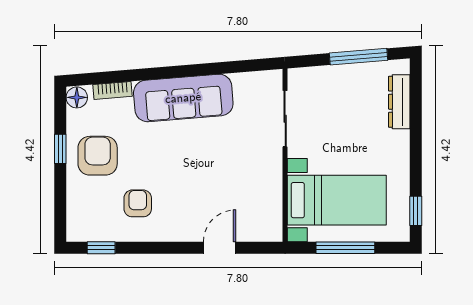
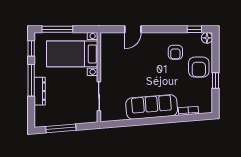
floor lamp: (77, 97) -> (207, 38), moved
dresser: (399, 102) -> (40, 91), moved
window: (416, 149) -> (31, 80), added
armchair: (98, 156) -> (199, 67), moved
window: (345, 248) -> (57, 29), moved

